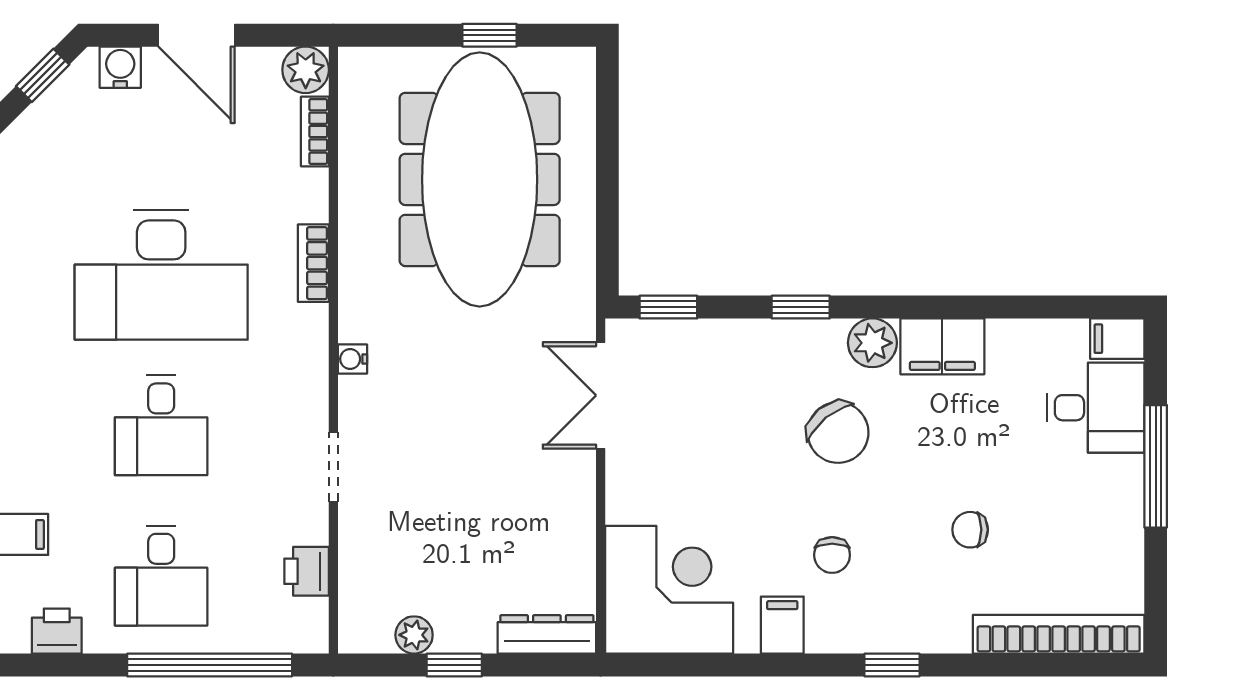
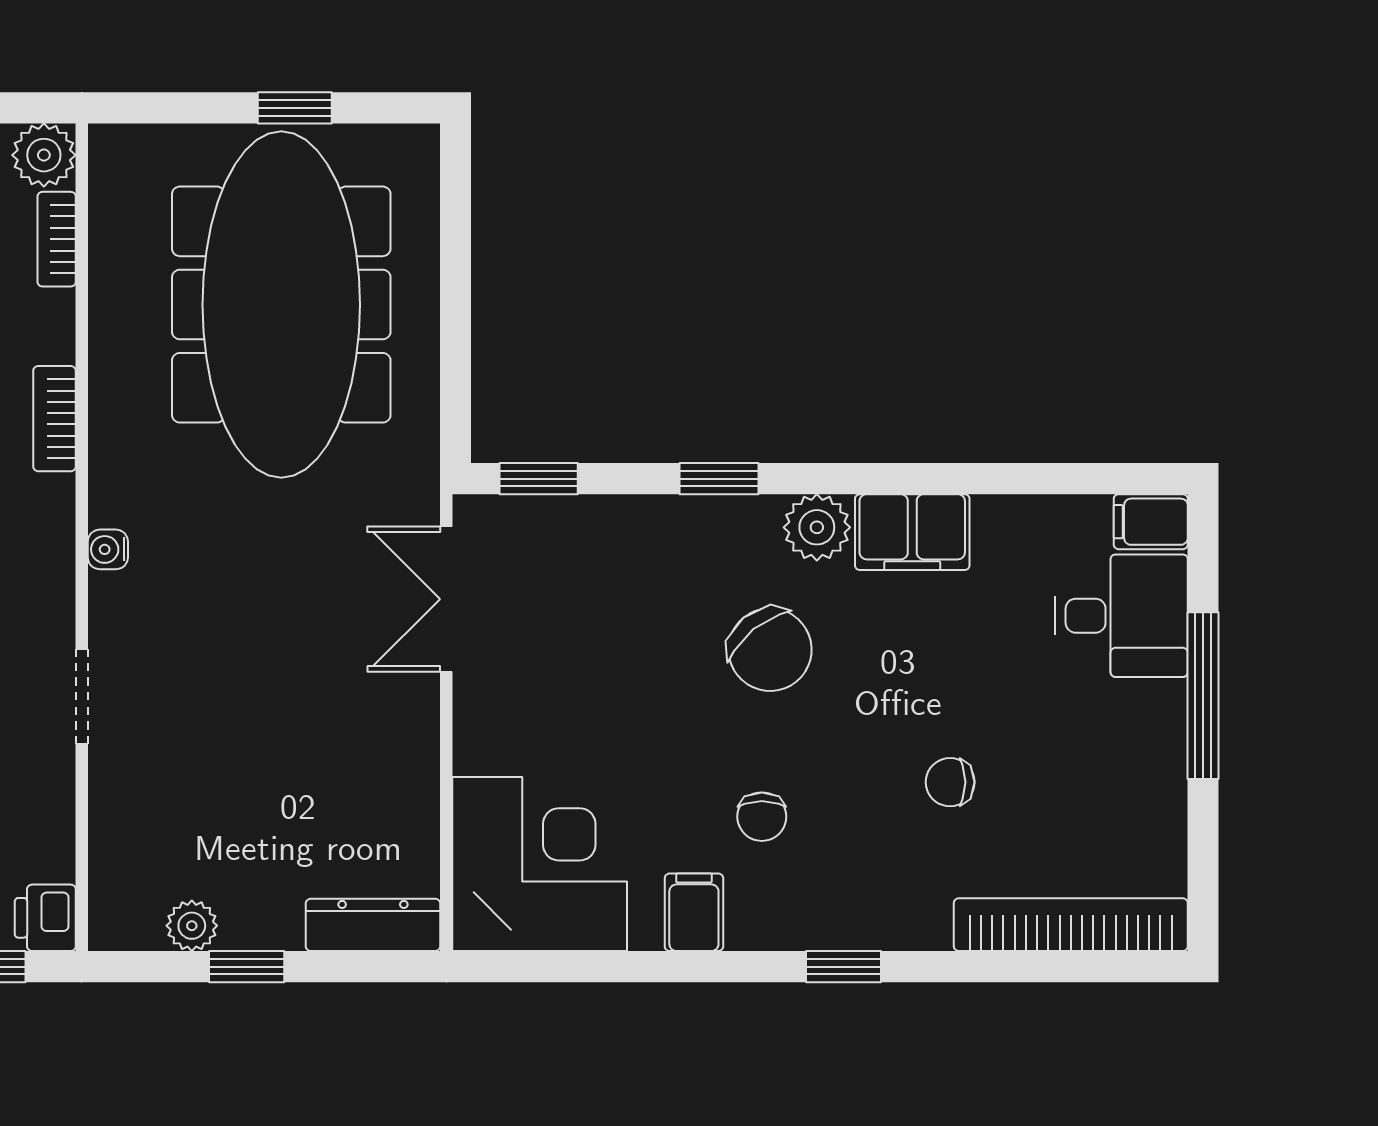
printer: (307, 571) -> (45, 918), moved

